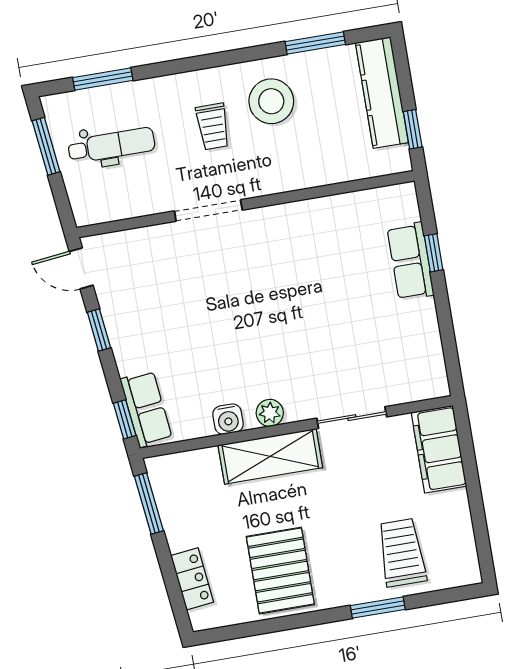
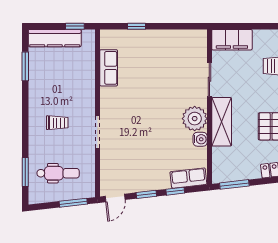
stool: (271, 101) -> (50, 92), removed
dental chair: (112, 145) -> (58, 173), turned 90
window: (46, 146) -> (73, 203), moved
row of seats: (410, 261) -> (109, 68), moved, turned -90
plant: (270, 413) -> (195, 119), width x1.88, depth x1.88
window: (125, 419) -> (175, 191), moved

